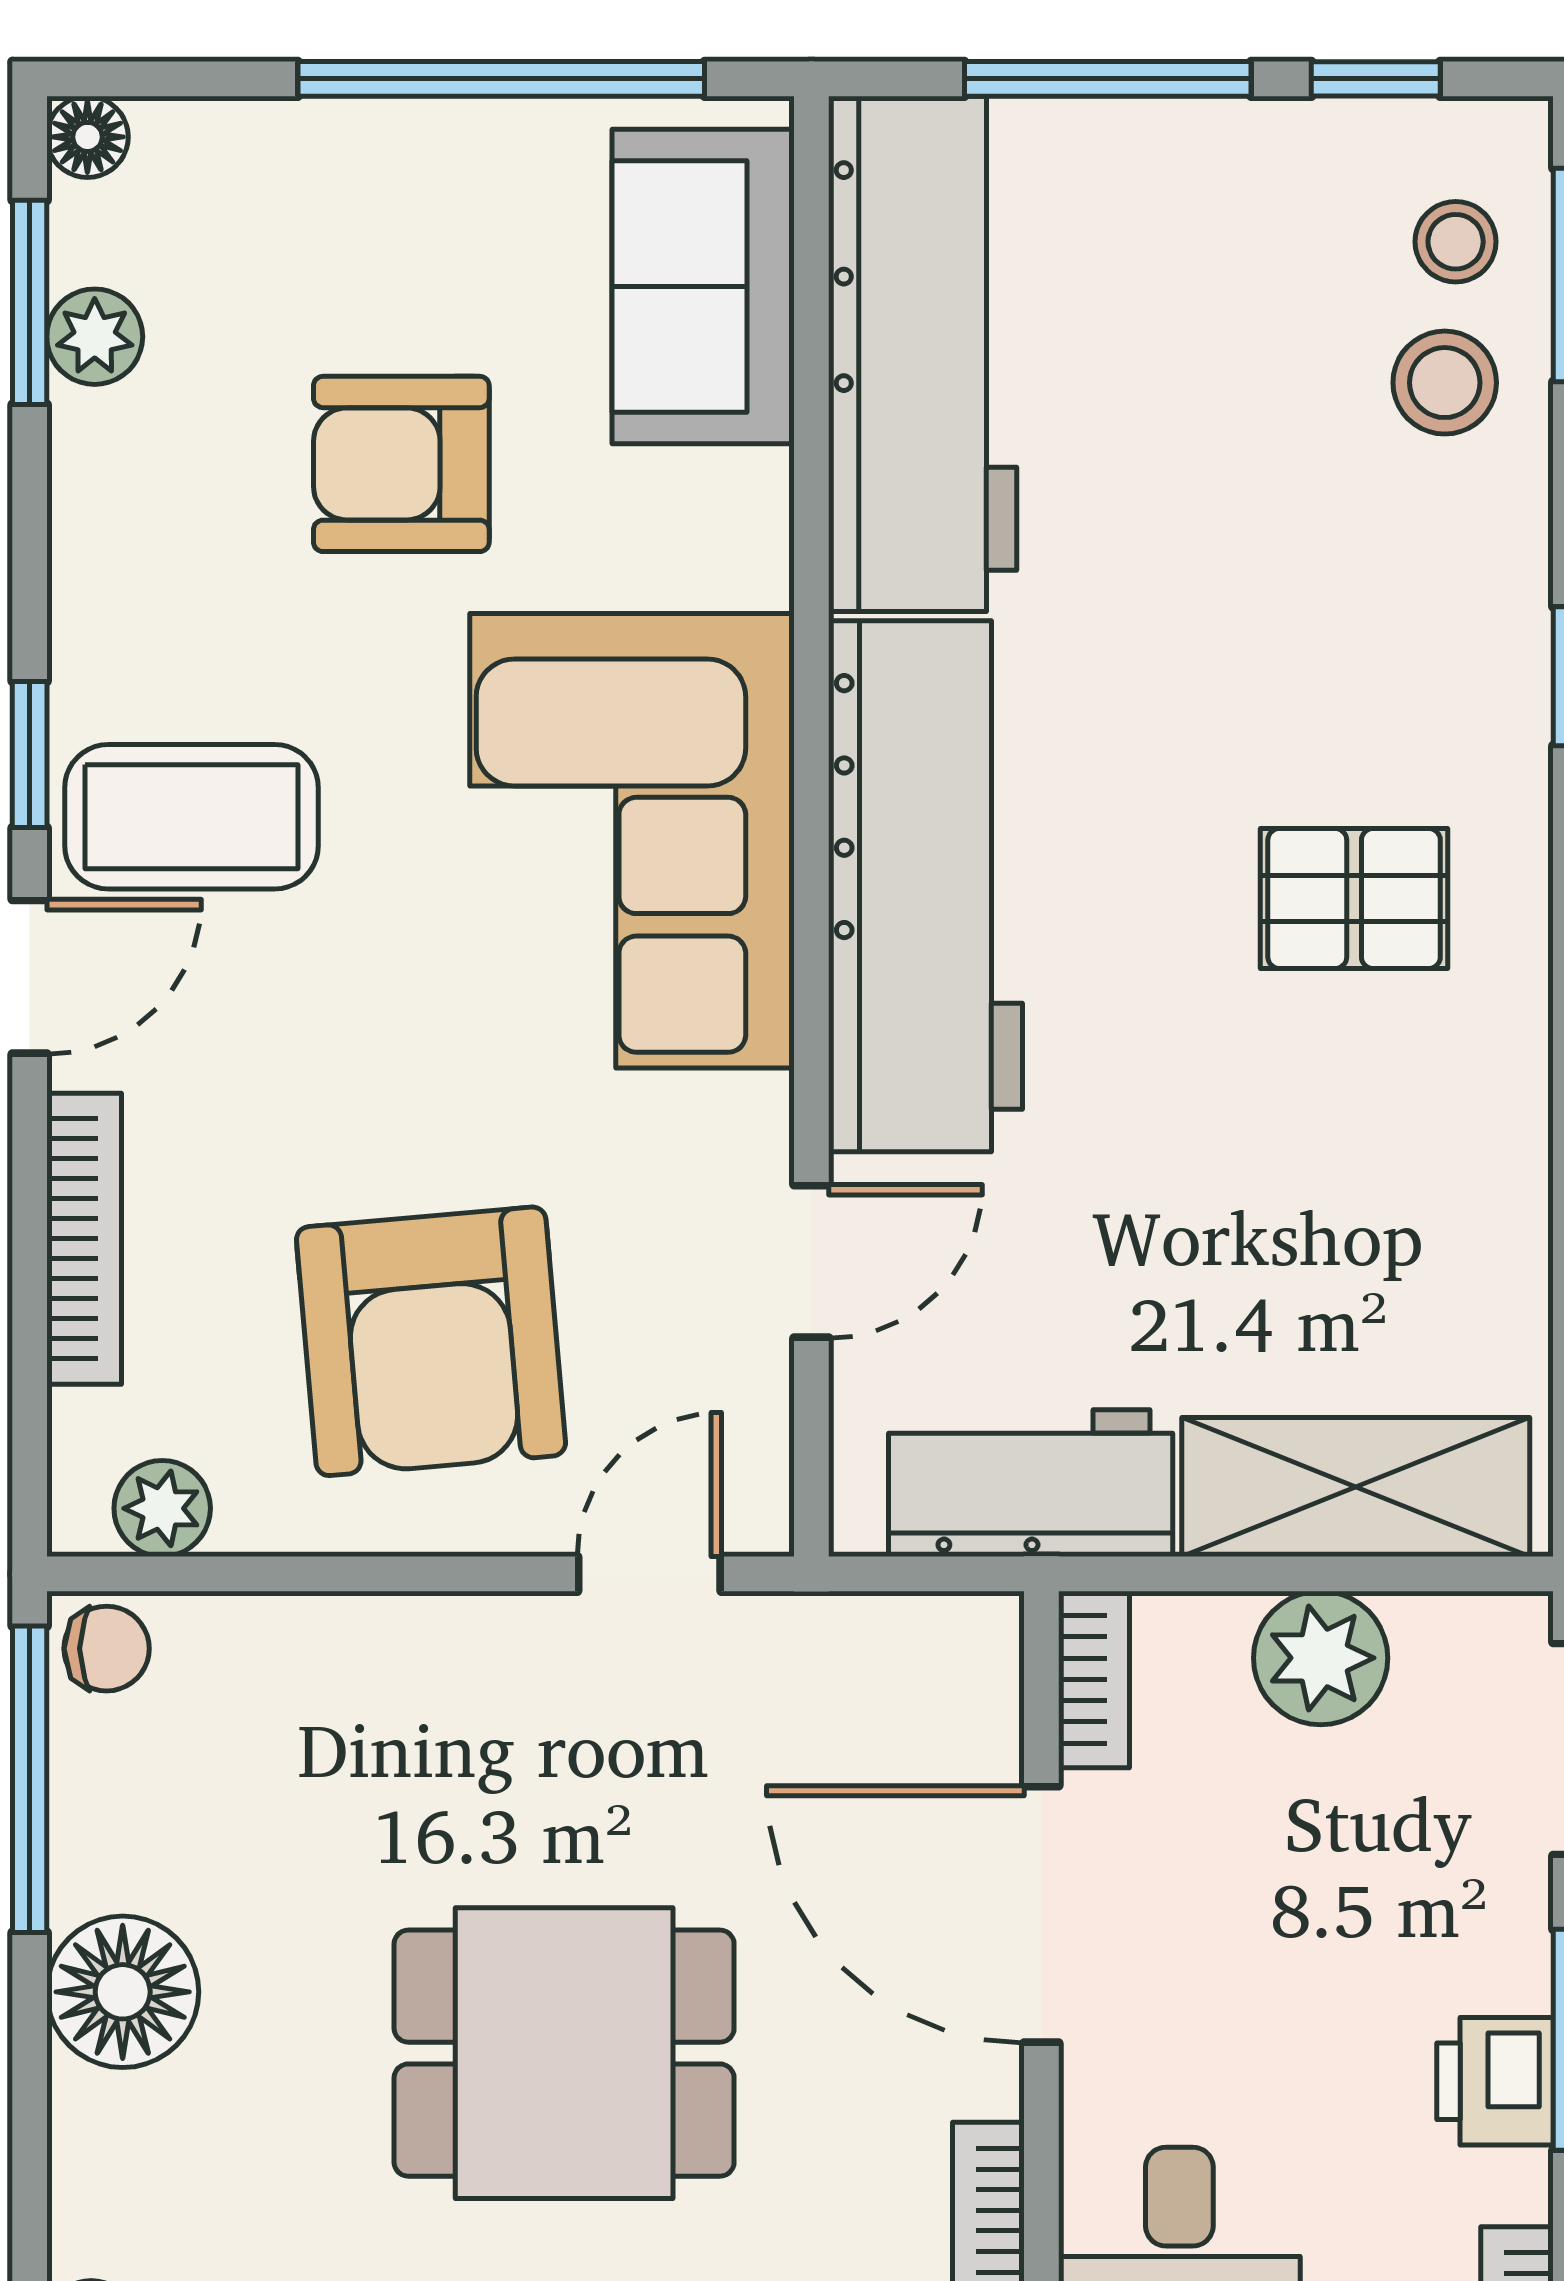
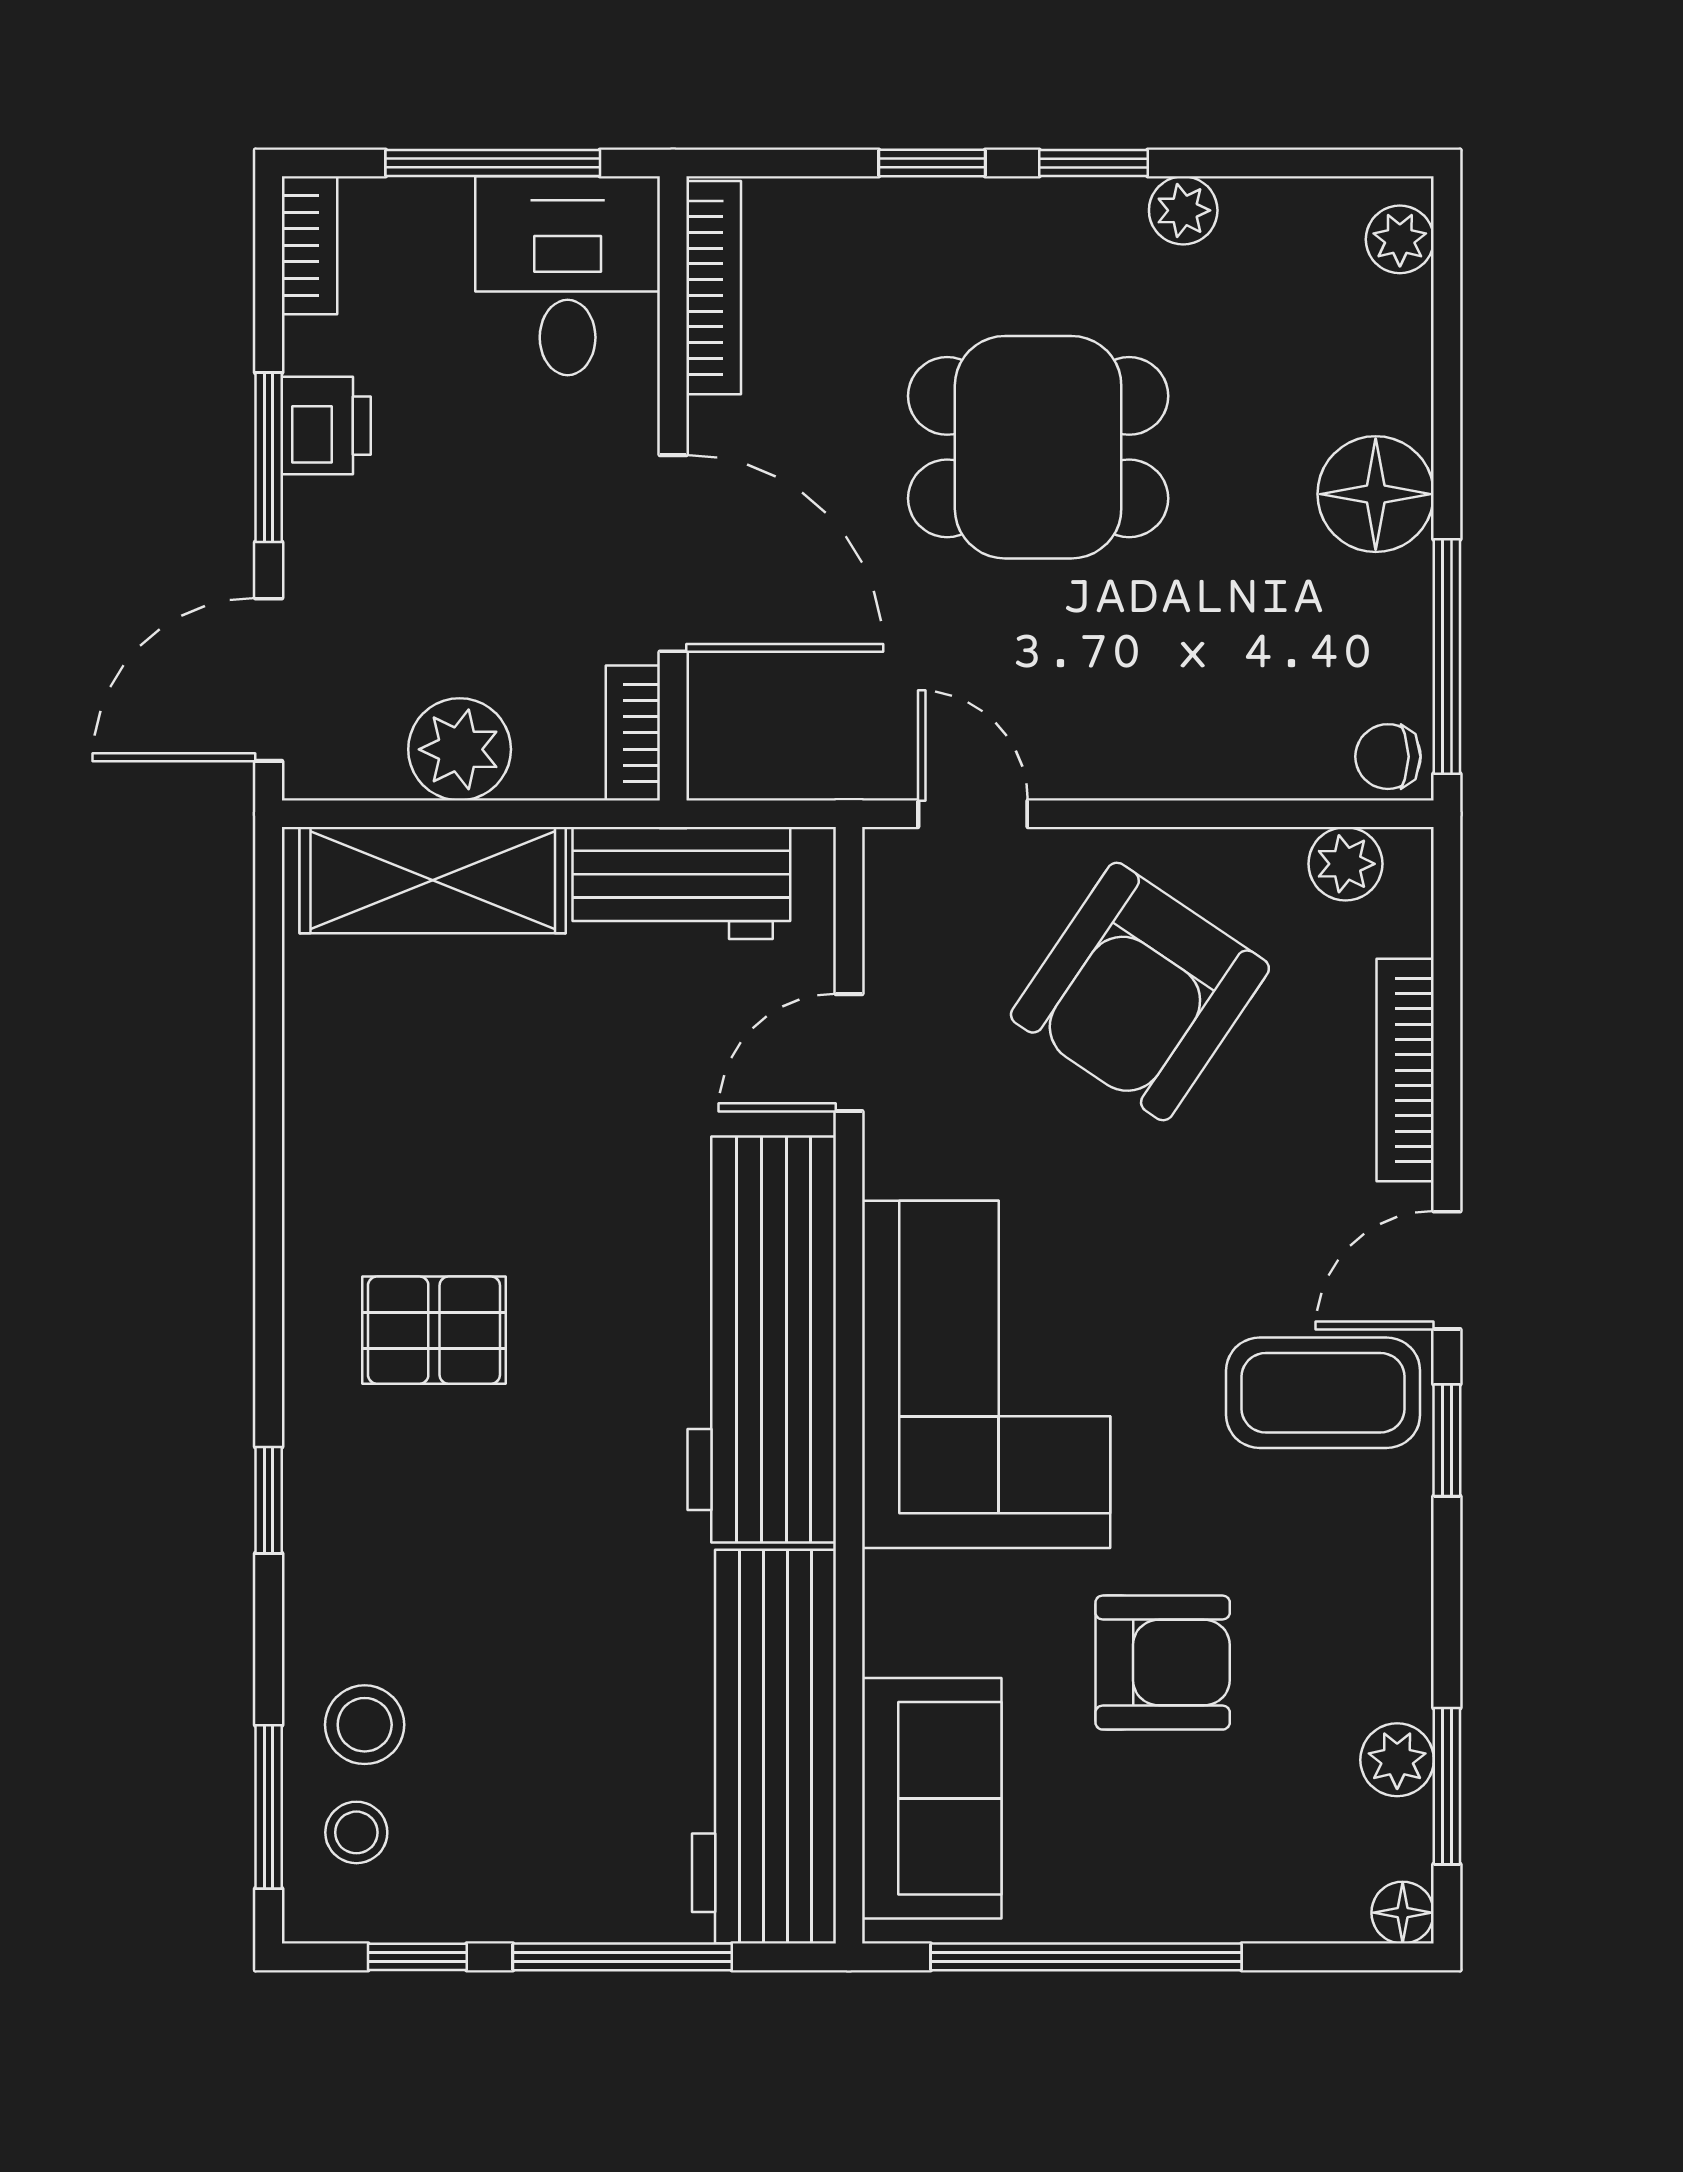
armchair: (431, 1341) -> (1140, 992), turned -141
door: (649, 1574) -> (973, 814), swing flipped

